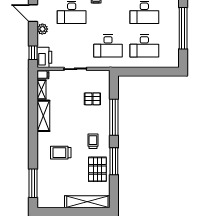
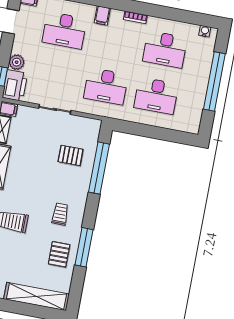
plant: (42, 29) -> (17, 62), moved
window: (114, 117) -> (99, 168), moved
pallet: (97, 169) -> (59, 254), width x0.67, depth x0.71

